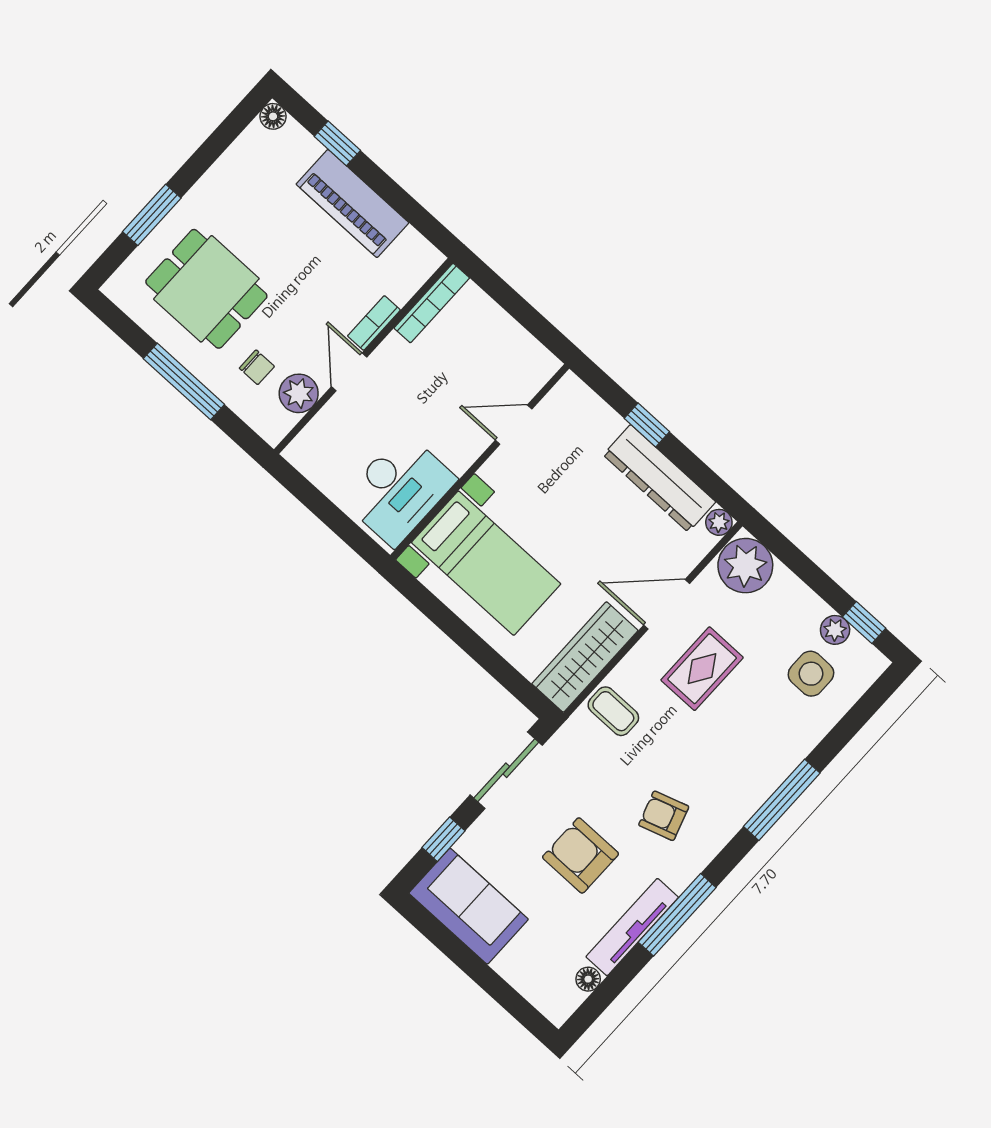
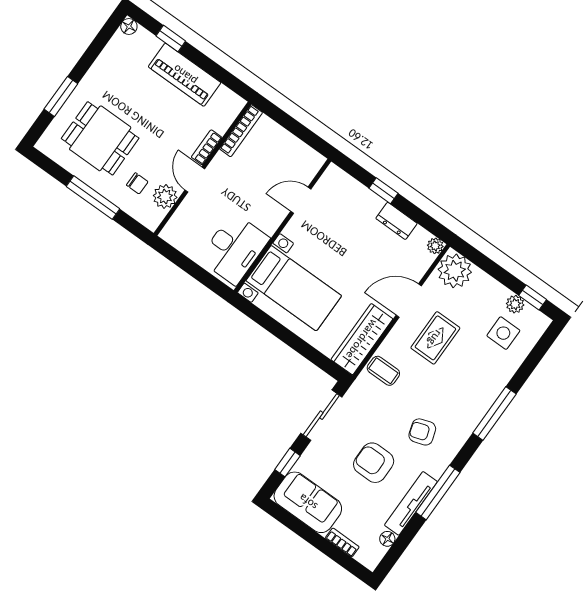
dresser: (659, 478) -> (397, 221), width x0.51, depth x0.80
bookcase: (516, 976) -> (342, 542), added

